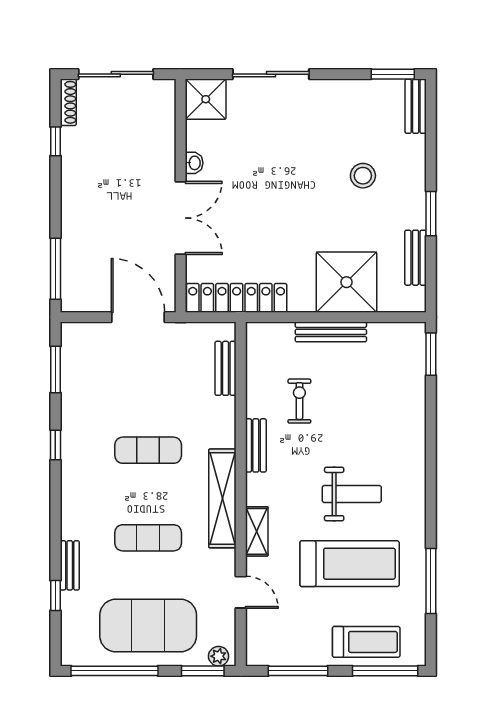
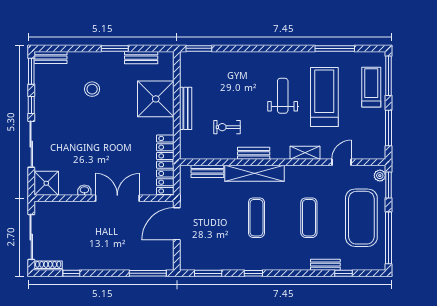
window: (336, 74) -> (31, 105), added
shelving: (222, 498) -> (254, 173), moved

